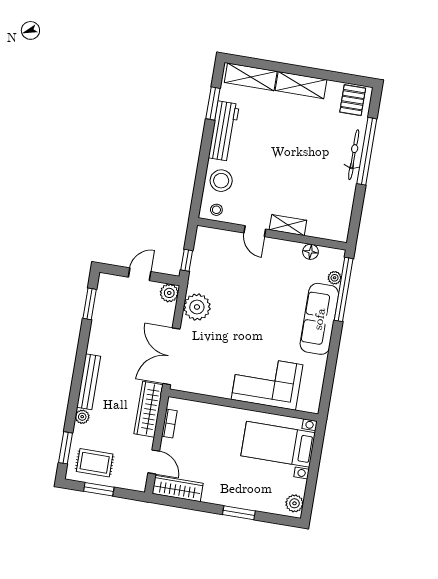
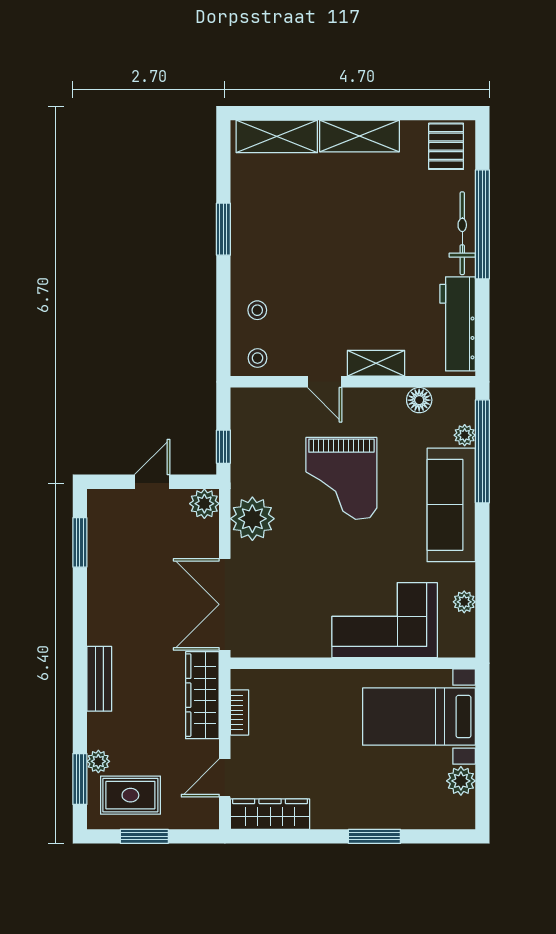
window: (213, 103) -> (223, 229), moved
workbench: (224, 131) -> (458, 324), moved, turned 180
stool: (221, 181) -> (257, 310), width x0.53, depth x0.53
grand piano: (255, 292) -> (341, 478), added
plant: (317, 379) -> (464, 602), added
bench: (89, 382) -> (99, 679), width x0.73
plant: (82, 417) -> (98, 761), moved
door: (154, 462) -> (225, 778), swing flipped
plant: (294, 503) -> (461, 781), moved

